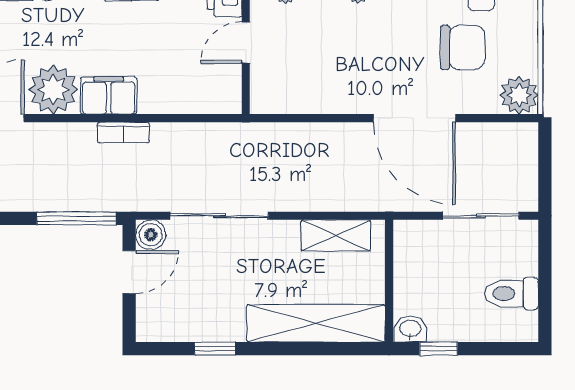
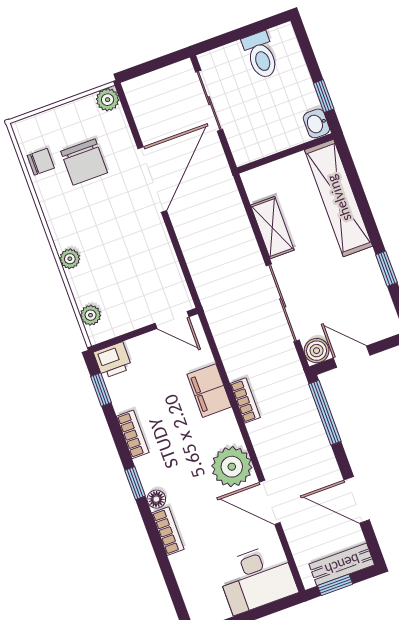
door: (246, 43) -> (172, 320), moved
chair: (463, 48) -> (84, 162), turned 180
filing cabinet: (109, 95) -> (209, 391), moved
plant: (519, 95) -> (108, 100), width x0.73, depth x0.73
shelving: (336, 235) -> (272, 228), moved

